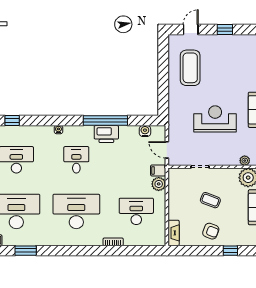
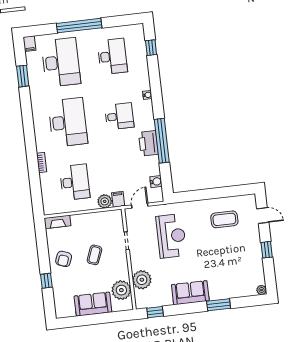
coffee table: (190, 68) -> (224, 219), width x0.73, depth x0.76
reception desk: (215, 119) -> (171, 236), moved
plant: (245, 161) -> (142, 280), width x1.88, depth x1.88

